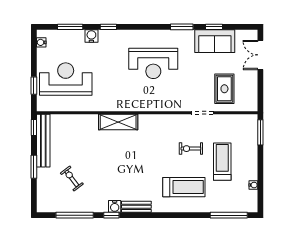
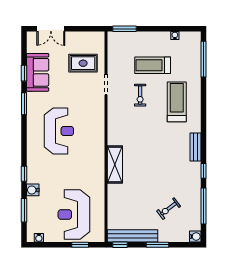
water cooler: (115, 206) -> (195, 236), moved

